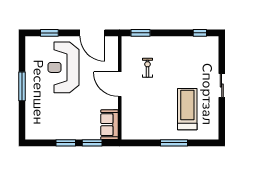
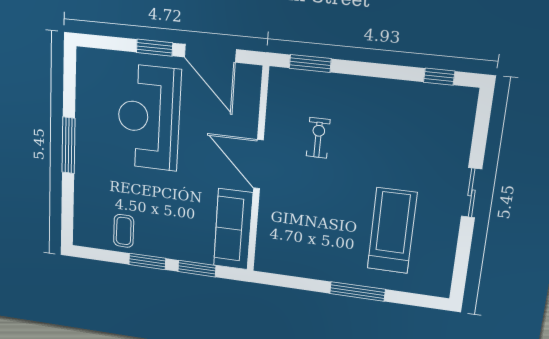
window: (49, 33) -> (154, 48), moved
sofa: (109, 125) -> (233, 229), width x1.36
coffee table: (53, 128) -> (124, 231), added

